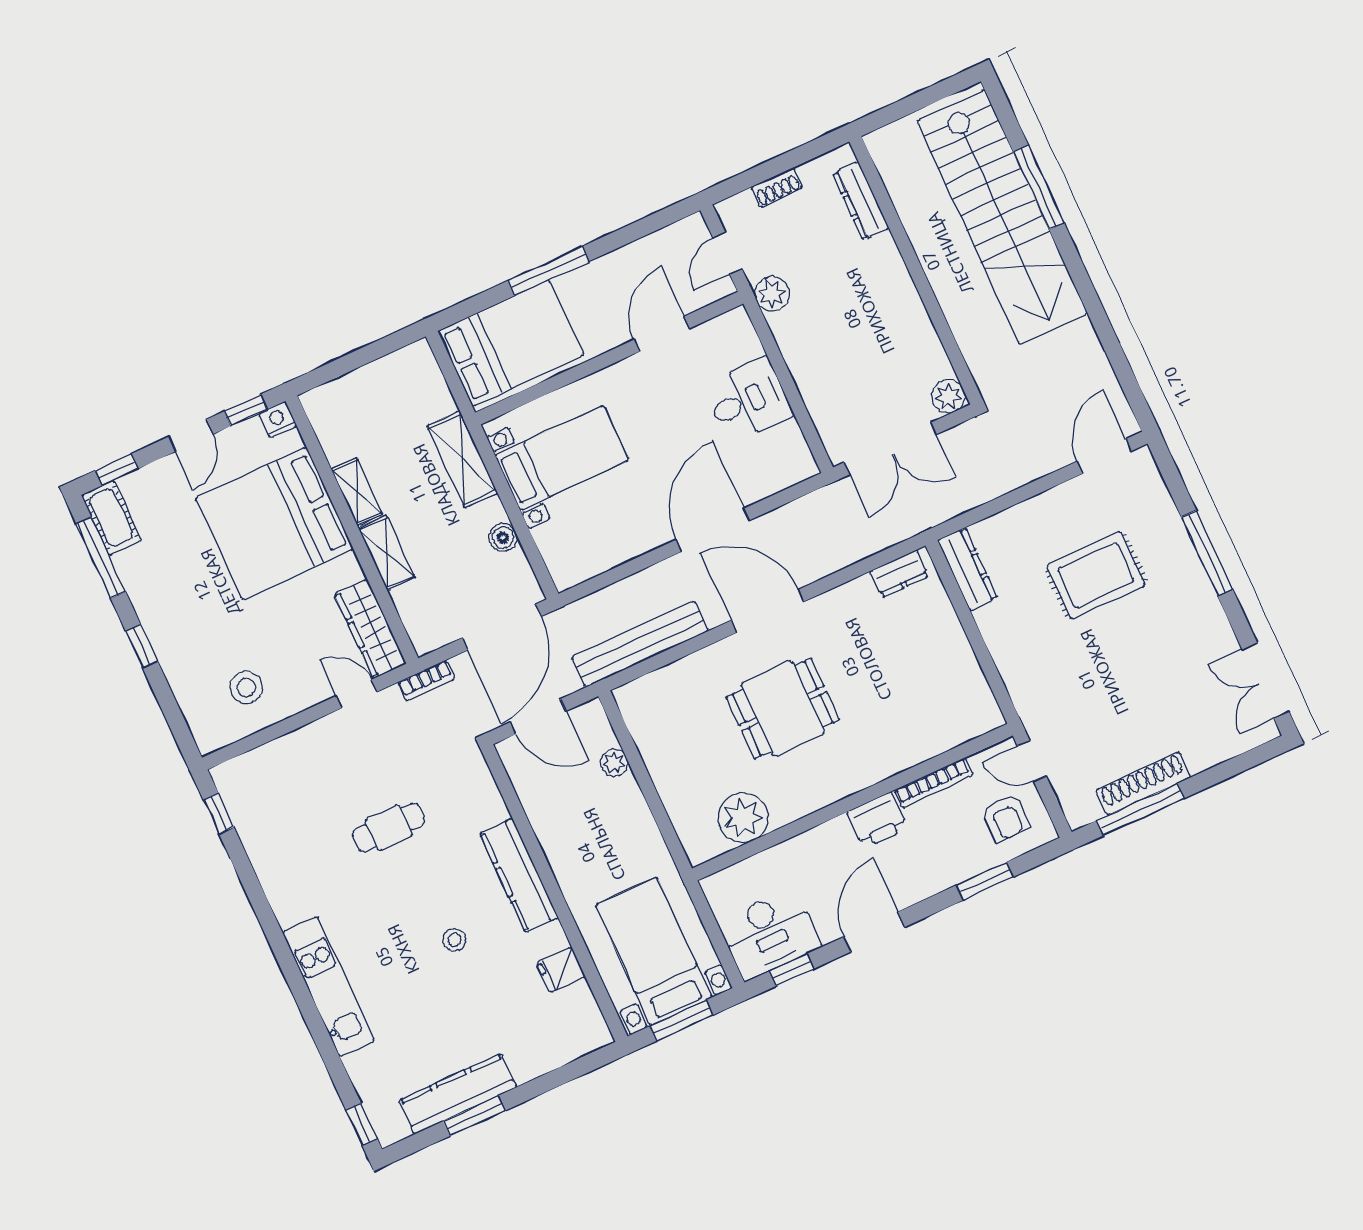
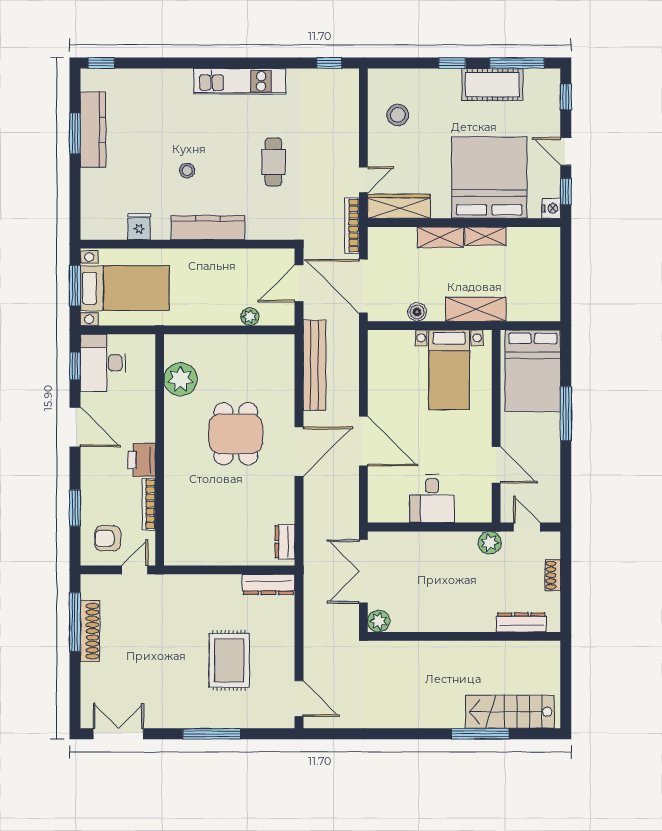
stairs: (1002, 217) -> (510, 712), width x0.54, depth x0.66
cot: (111, 518) -> (492, 85), moved, width x1.37, depth x1.34
bookcase: (426, 681) -> (352, 226), width x1.56
kitchen unit: (328, 987) -> (240, 81), moved

